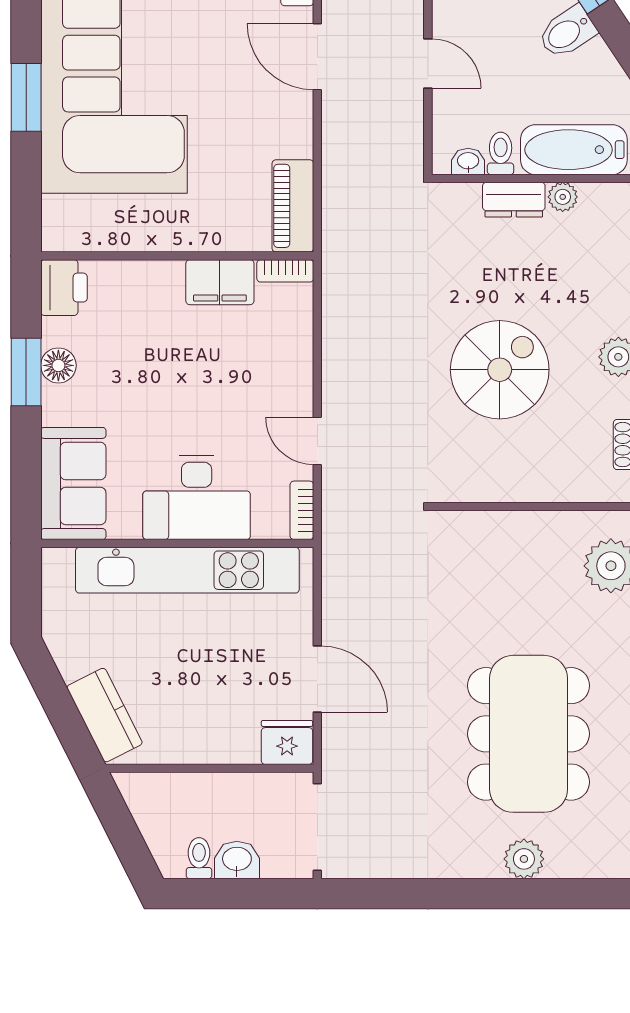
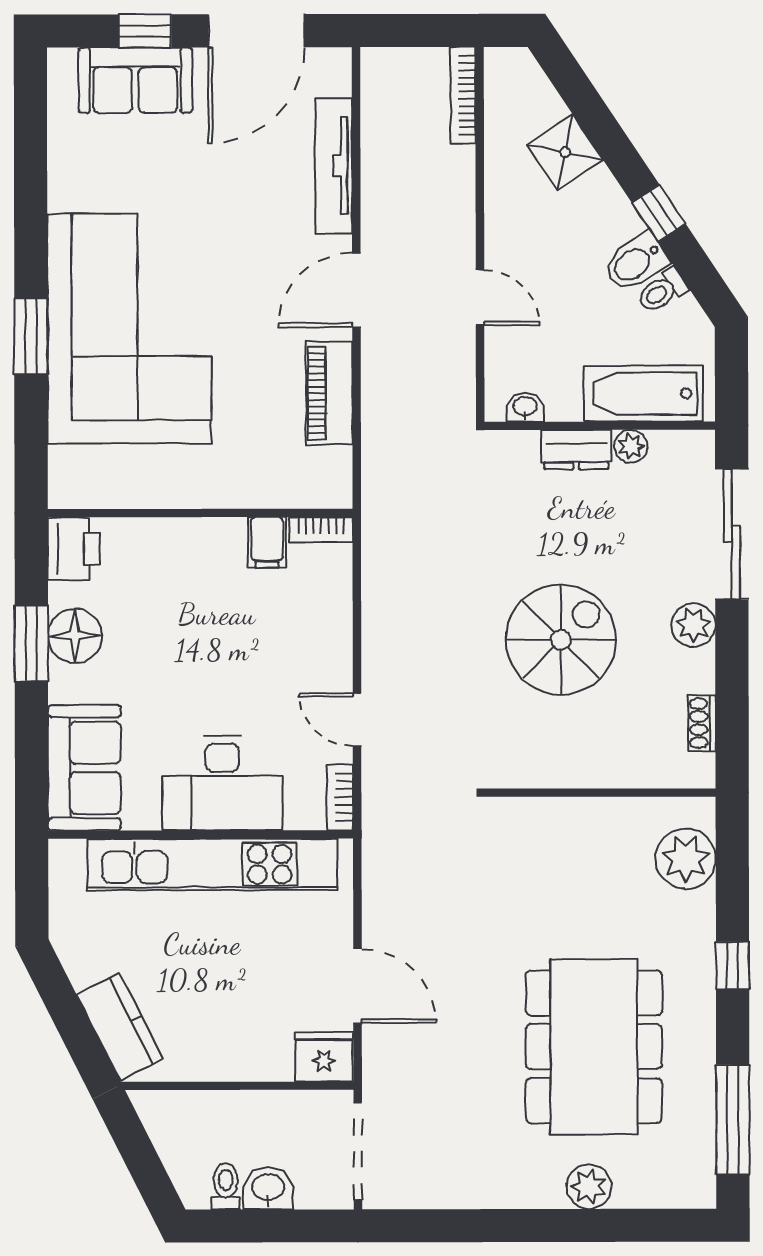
door: (317, 57) -> (356, 290), hinge flipped
toilet: (501, 153) -> (662, 291), moved, turned -124
piano: (293, 206) -> (329, 393), moved
filing cabinet: (220, 282) -> (267, 542), width x0.50
floor lamp: (58, 365) -> (75, 636), width x1.38, depth x1.38

